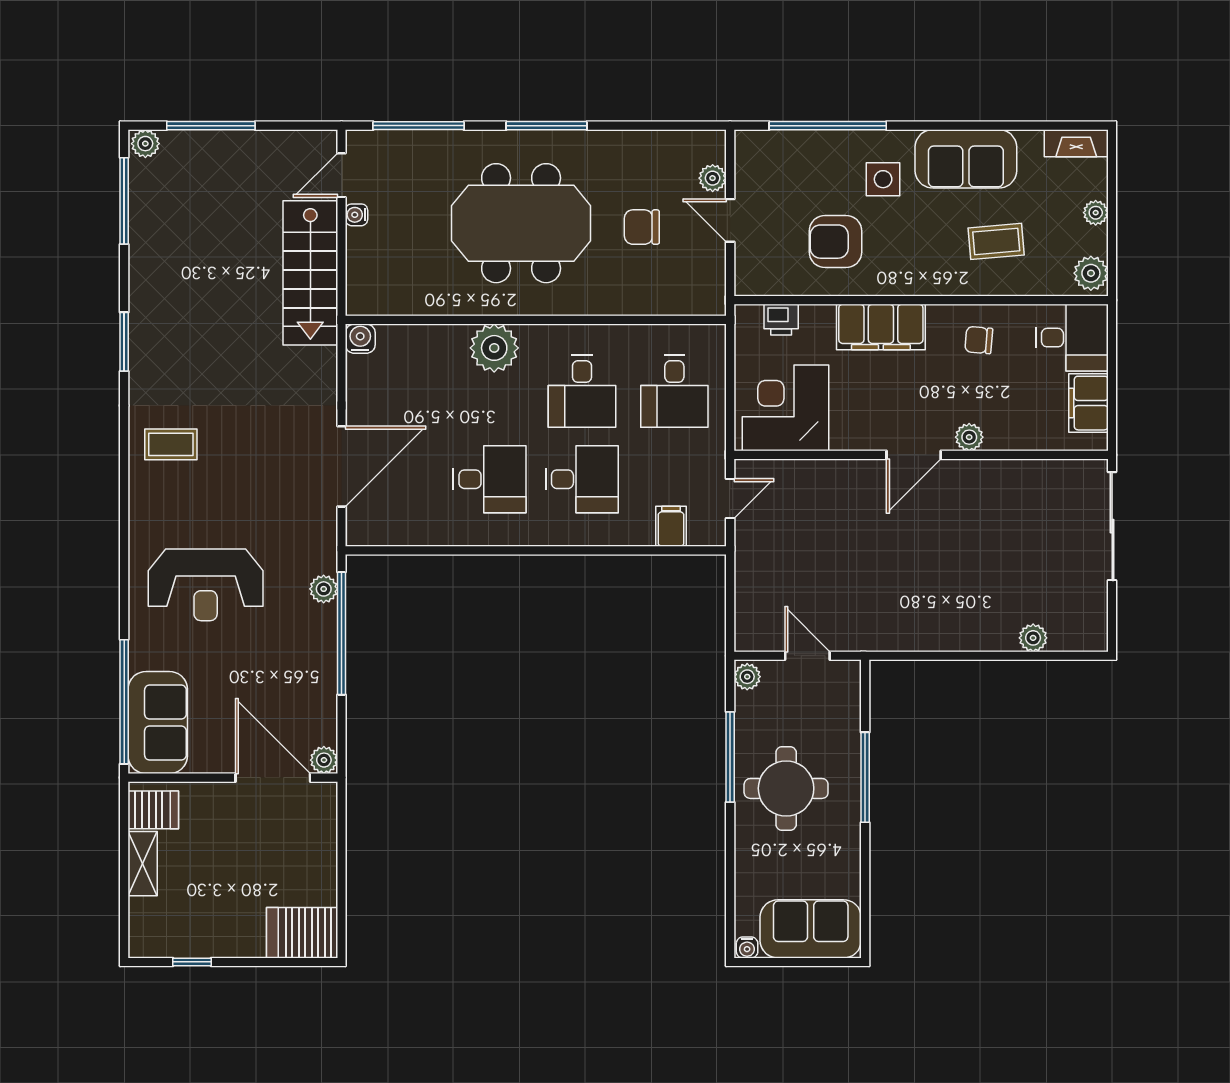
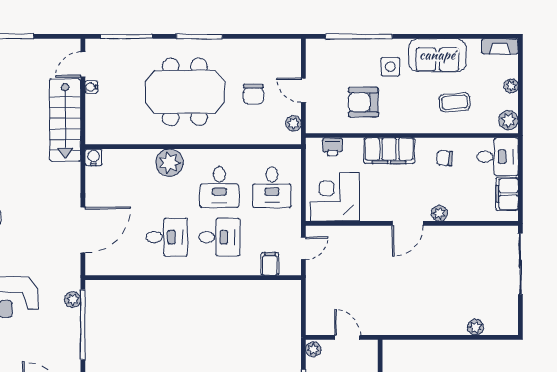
plant: (713, 178) -> (294, 123), moved
chair: (642, 227) -> (253, 94), turned -90

